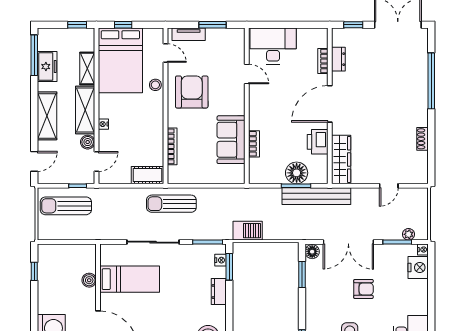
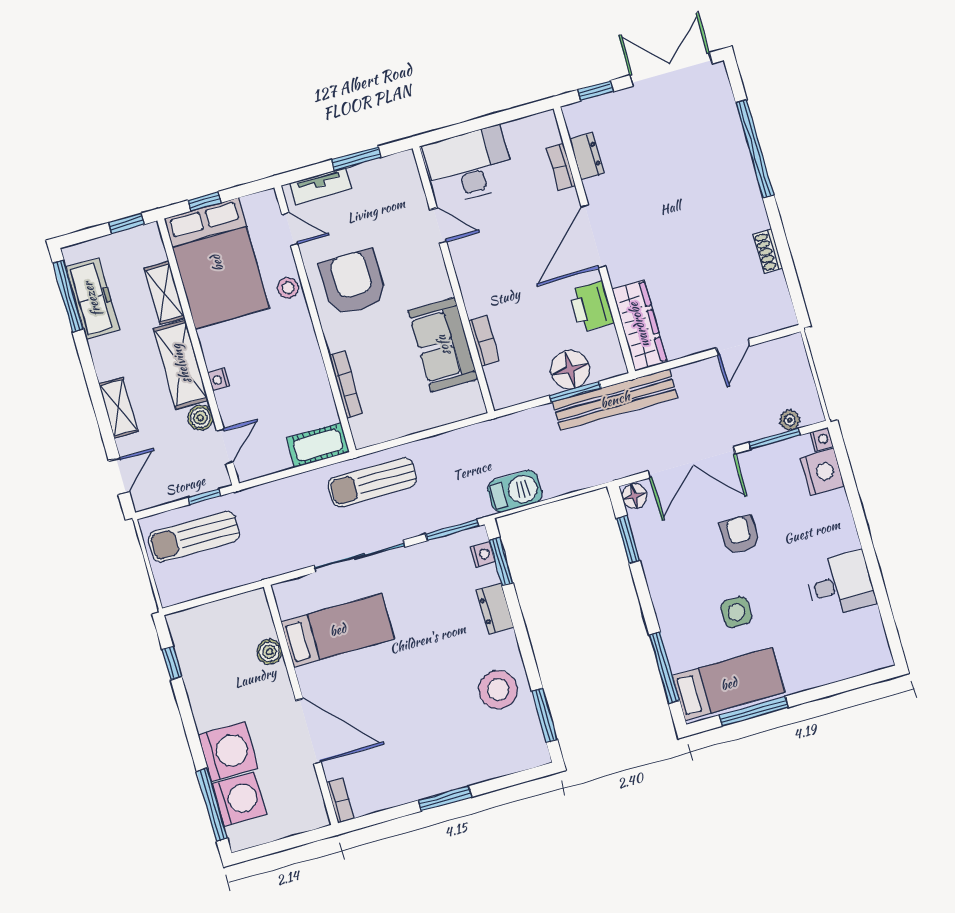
freezer: (47, 67) -> (92, 299), width x1.40
shelving: (47, 116) -> (119, 408), width x0.67, depth x0.75
armchair: (363, 289) -> (740, 535), turned -90

